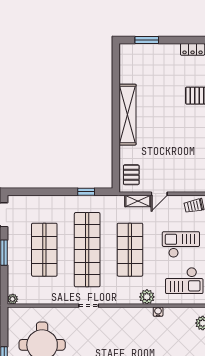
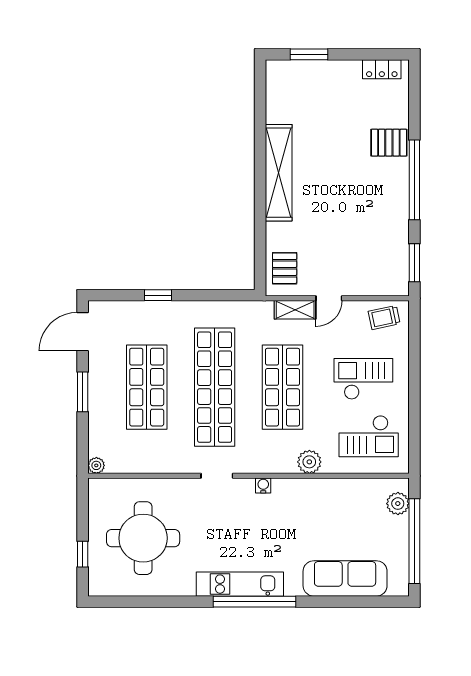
window: (86, 192) -> (158, 295), moved
water cooler: (158, 312) -> (263, 485), moved

